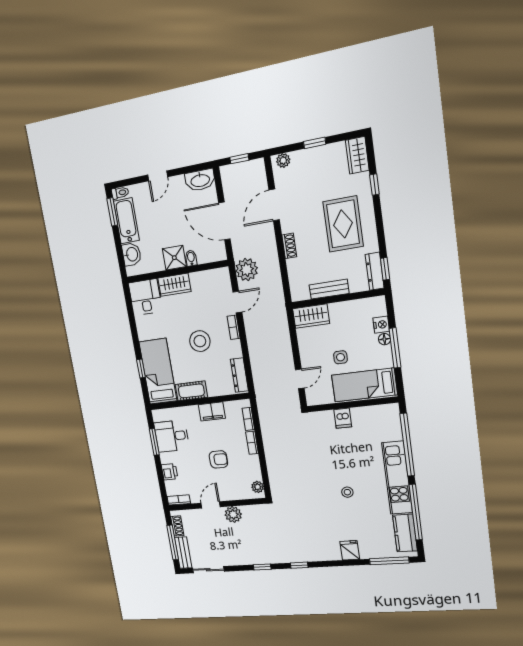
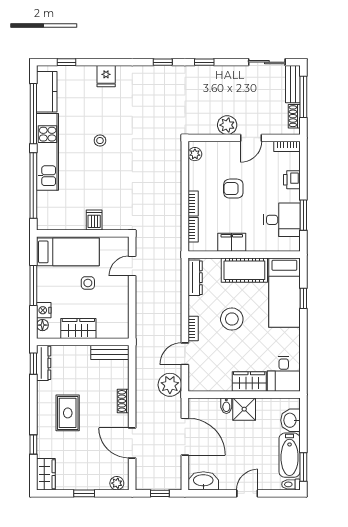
door: (274, 205) -> (132, 443), swing flipped
rug: (343, 224) -> (68, 413), width x0.73, depth x0.70
bench: (329, 289) -> (110, 352), moved
wardrobe: (311, 316) -> (78, 328), moved
floor lamp: (384, 339) -> (42, 325), moved
cot: (191, 391) -> (244, 270), width x1.37, depth x1.34
window: (389, 561) -> (67, 62), width x0.46

